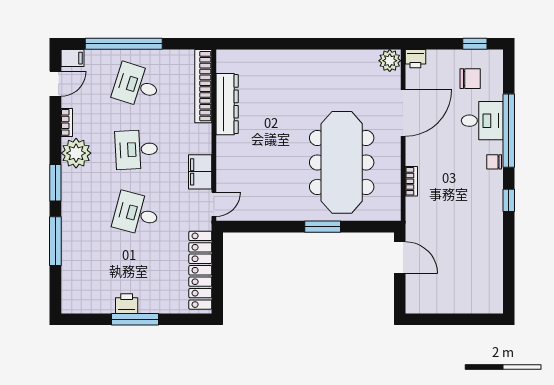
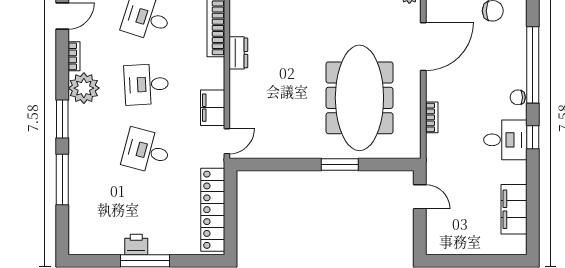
dresser: (227, 104) -> (238, 53), width x0.51, depth x0.80
desk: (482, 121) -> (505, 140), moved
door: (400, 258) -> (420, 197), width x0.73
filing cabinet: (491, 270) -> (514, 209), added

